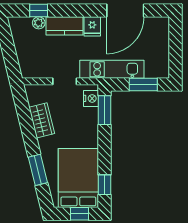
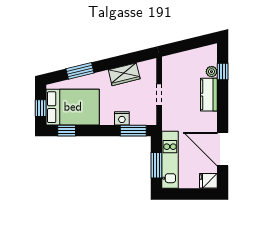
fridge: (92, 26) -> (208, 181), moved
kitchen unit: (112, 69) -> (170, 160), moved
nightstand: (91, 98) -> (122, 118), moved

